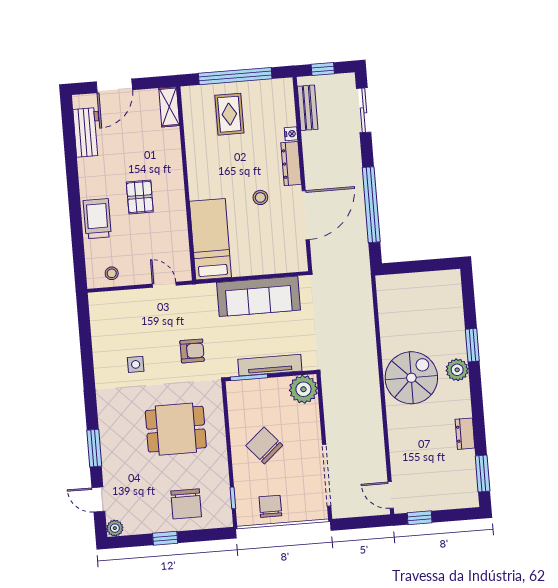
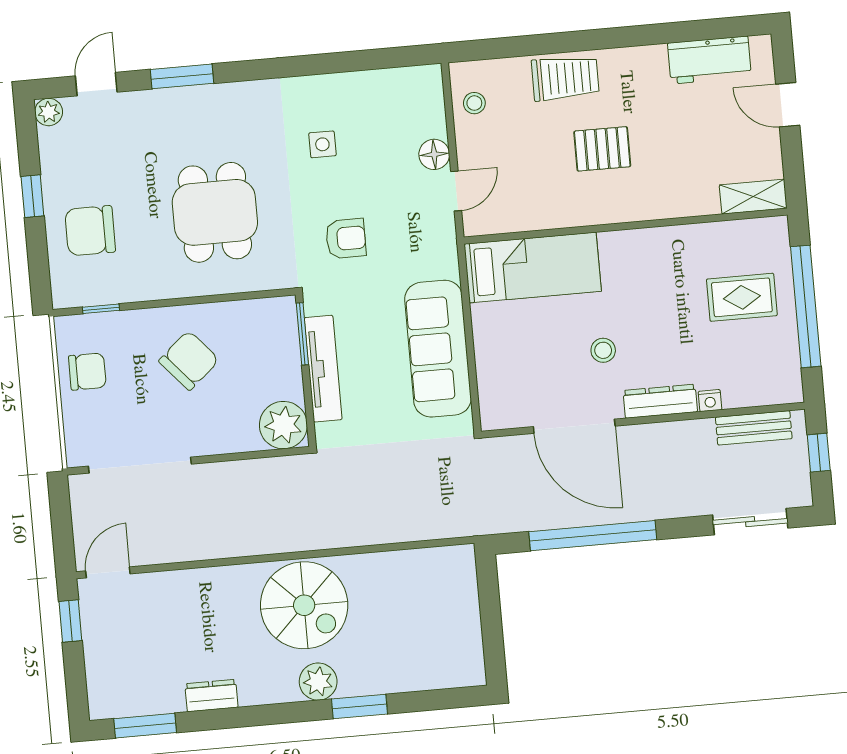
door: (114, 86) -> (788, 105), width x0.73
floor lamp: (142, 298) -> (434, 154), added
armchair: (192, 351) -> (346, 238), turned -90

